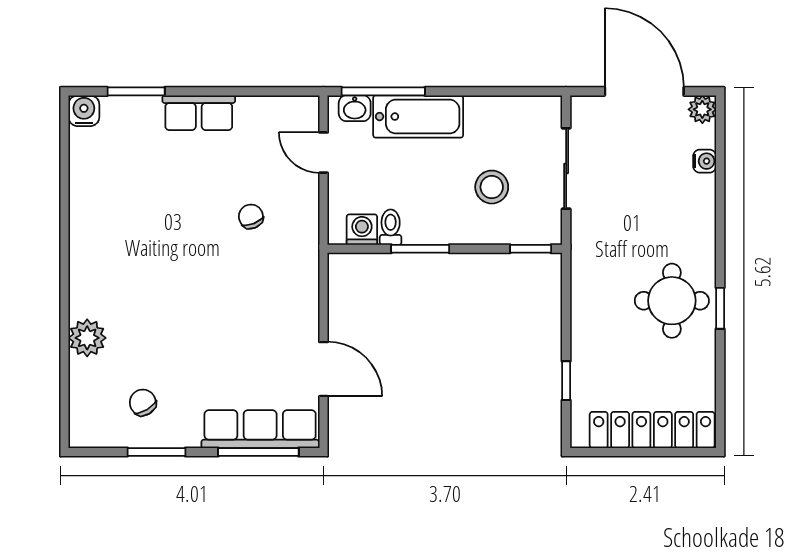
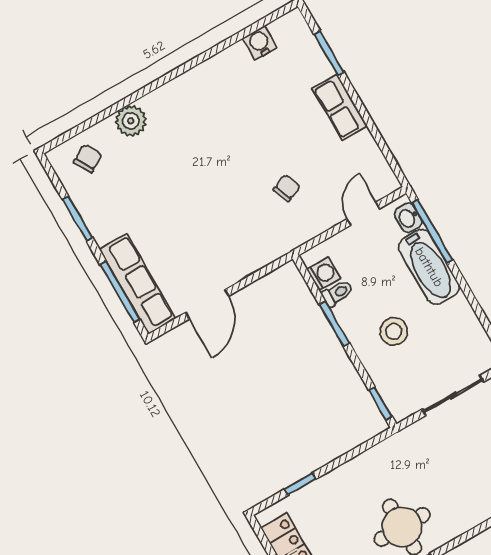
water cooler: (84, 111) -> (260, 43), moved, turned -90
stool: (492, 187) -> (394, 331), moved
chair: (143, 403) -> (88, 158), moved

